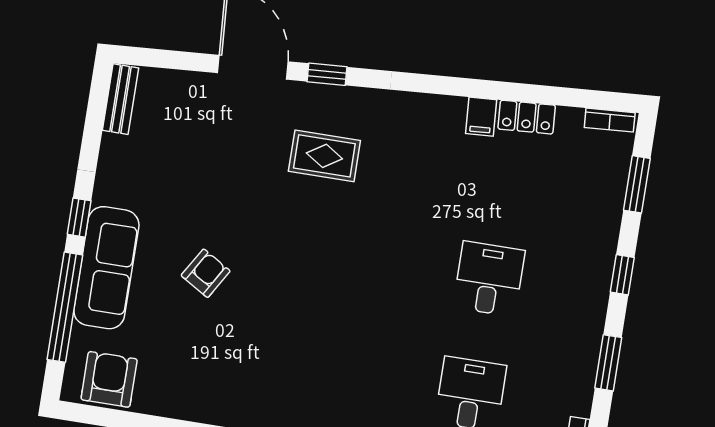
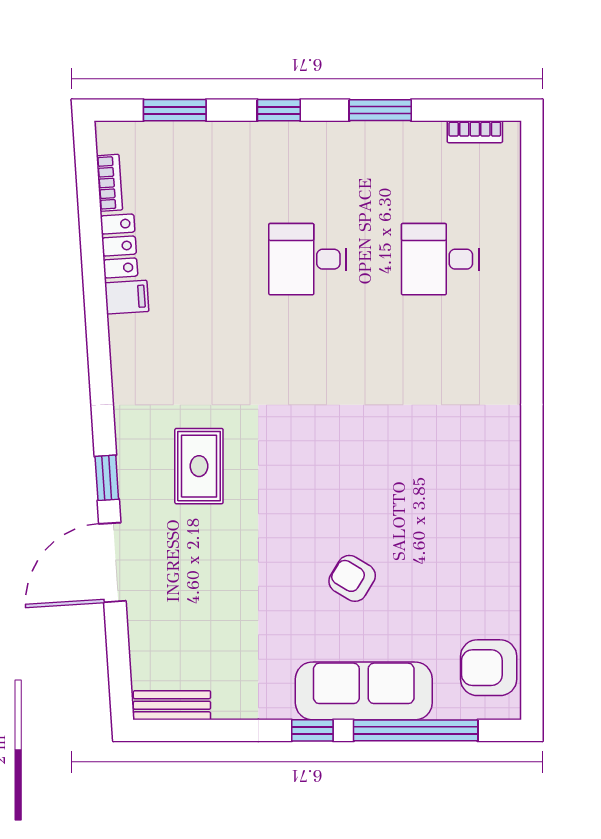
bookcase: (610, 120) -> (109, 183), moved

